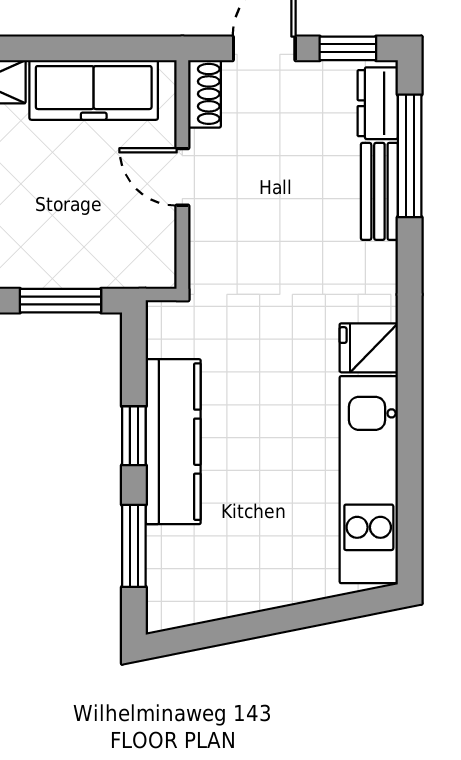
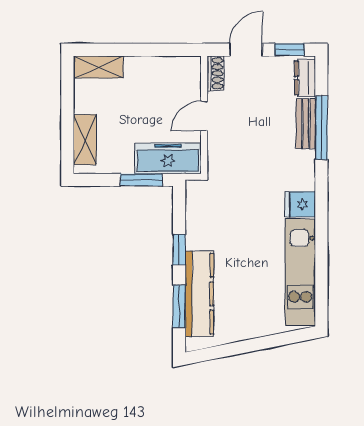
freezer: (94, 90) -> (168, 158), moved, turned 180
window: (410, 156) -> (321, 128), moved
door: (182, 177) -> (204, 116), hinge flipped
kitchen counter: (173, 442) -> (199, 294), moved

